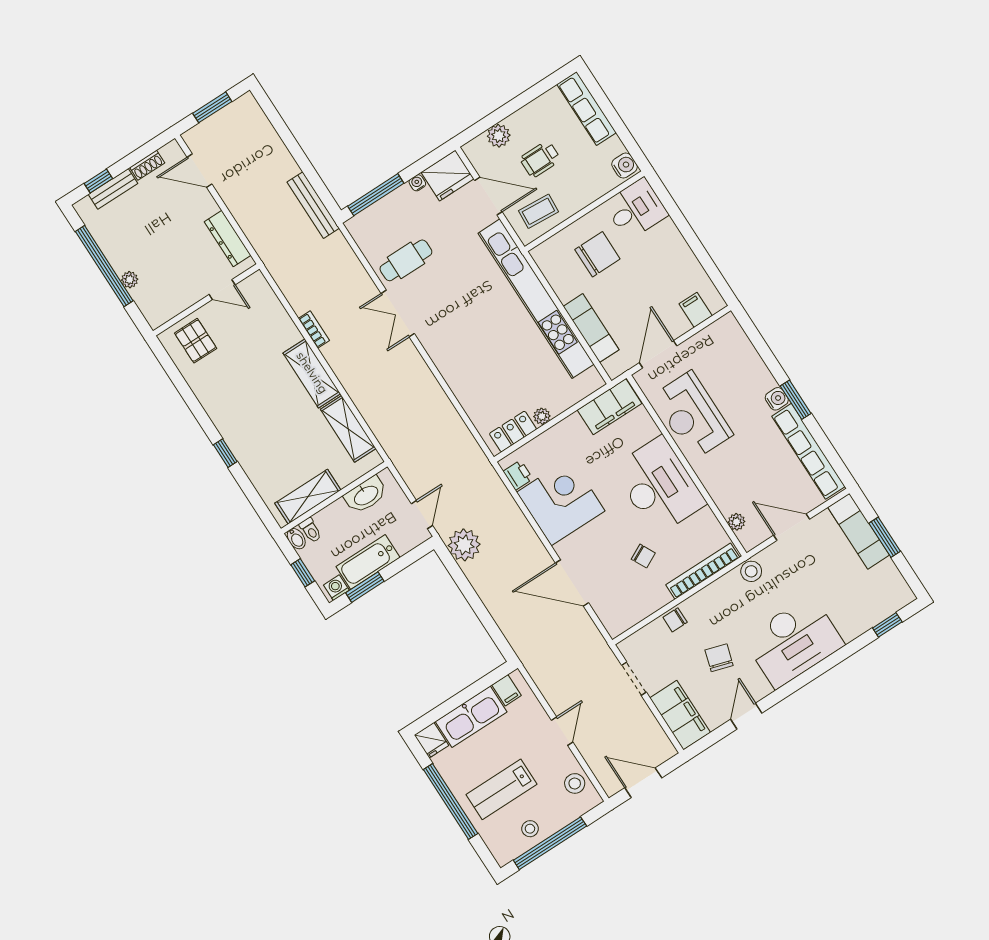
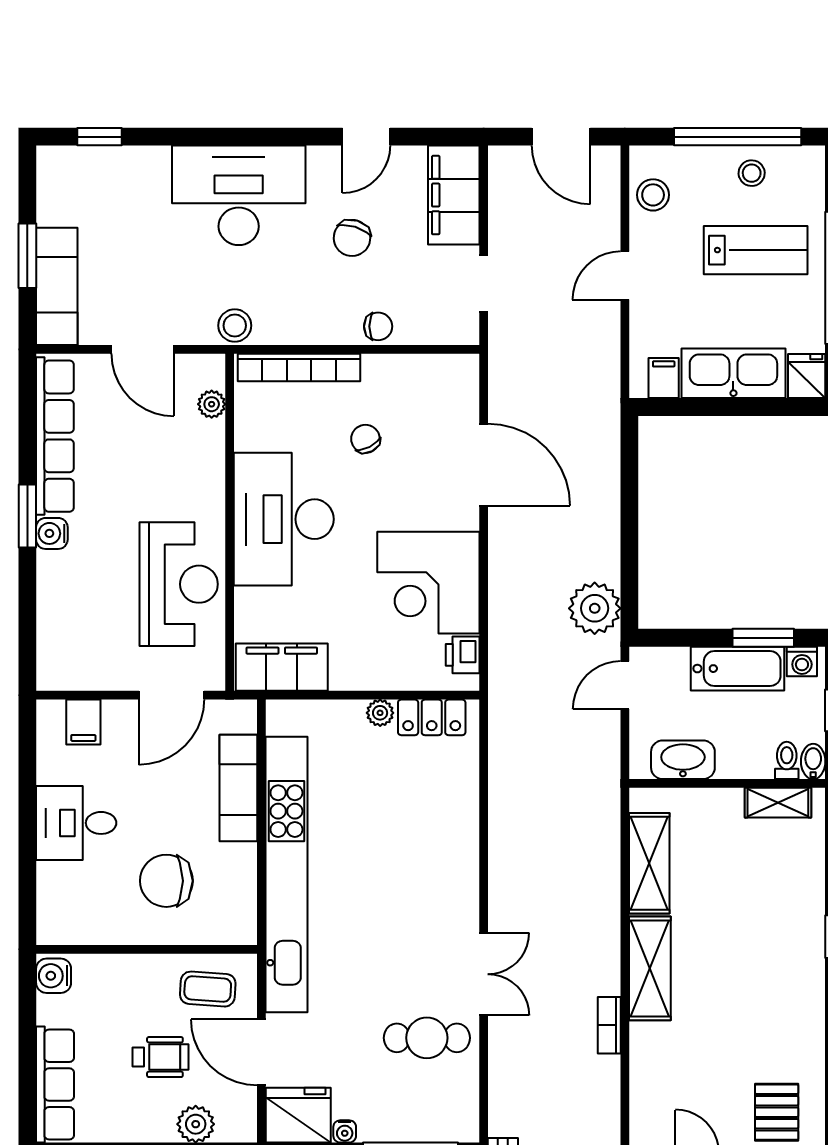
desk: (636, 209) -> (76, 823), moved
shelving: (308, 497) -> (778, 803), width x0.67, depth x0.75

